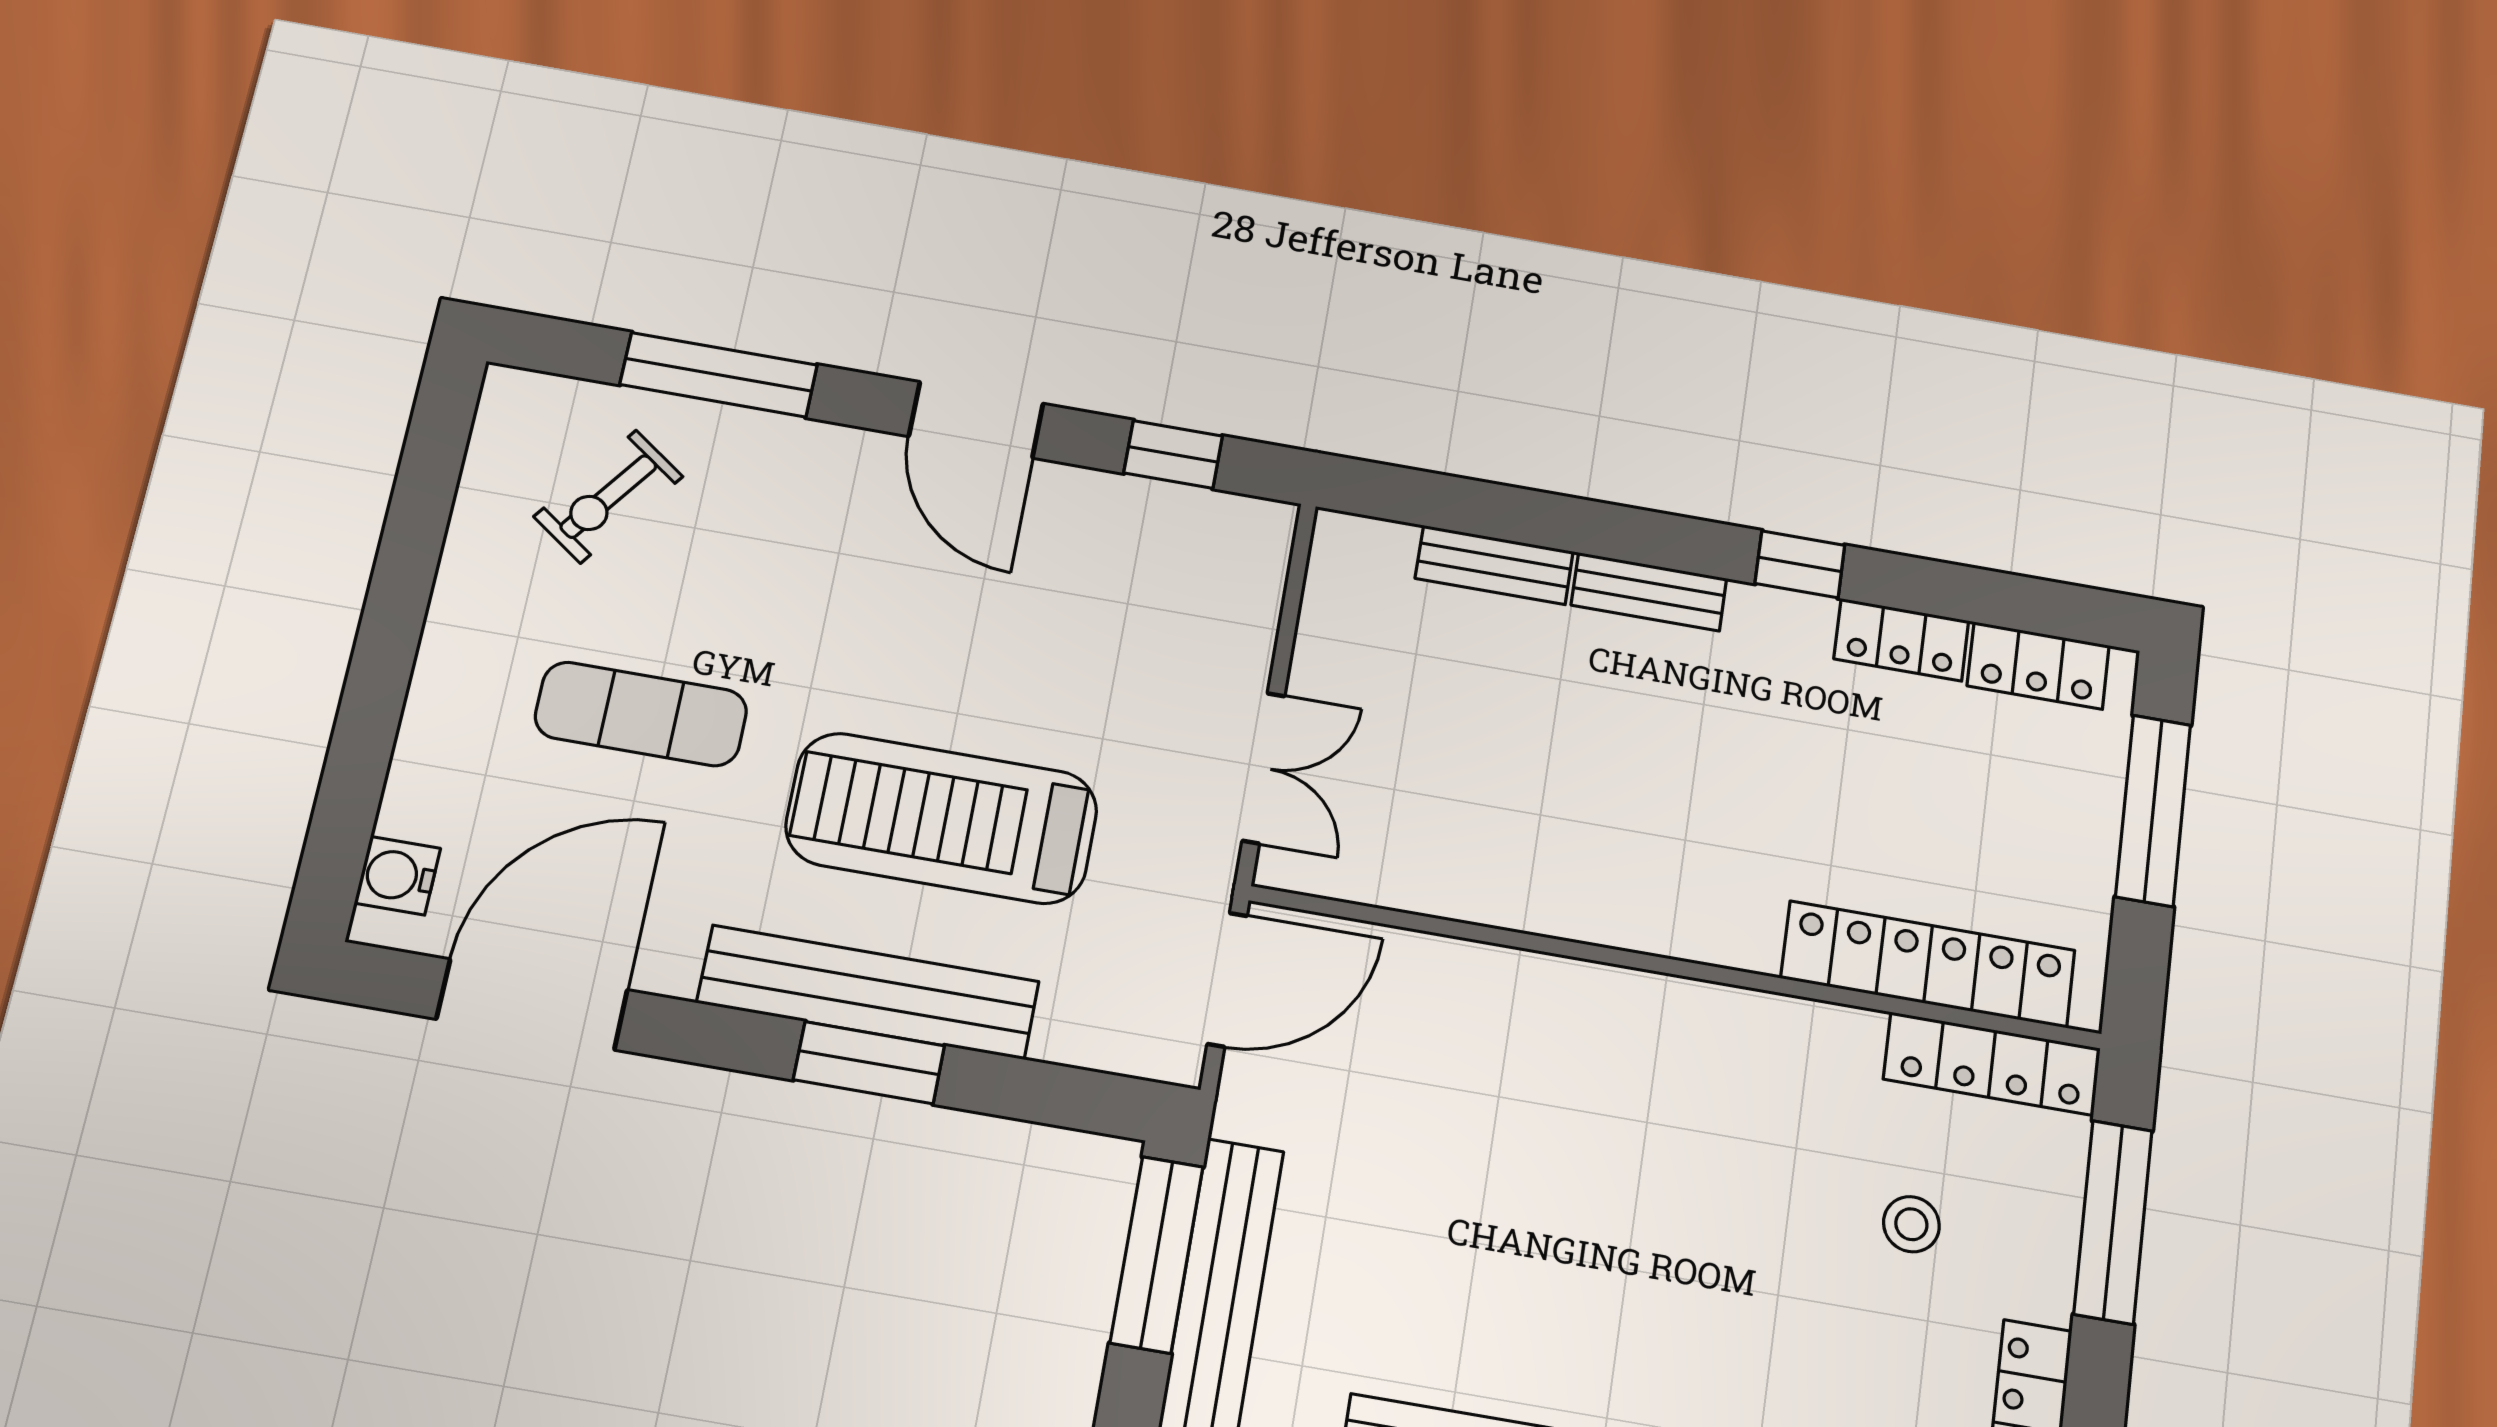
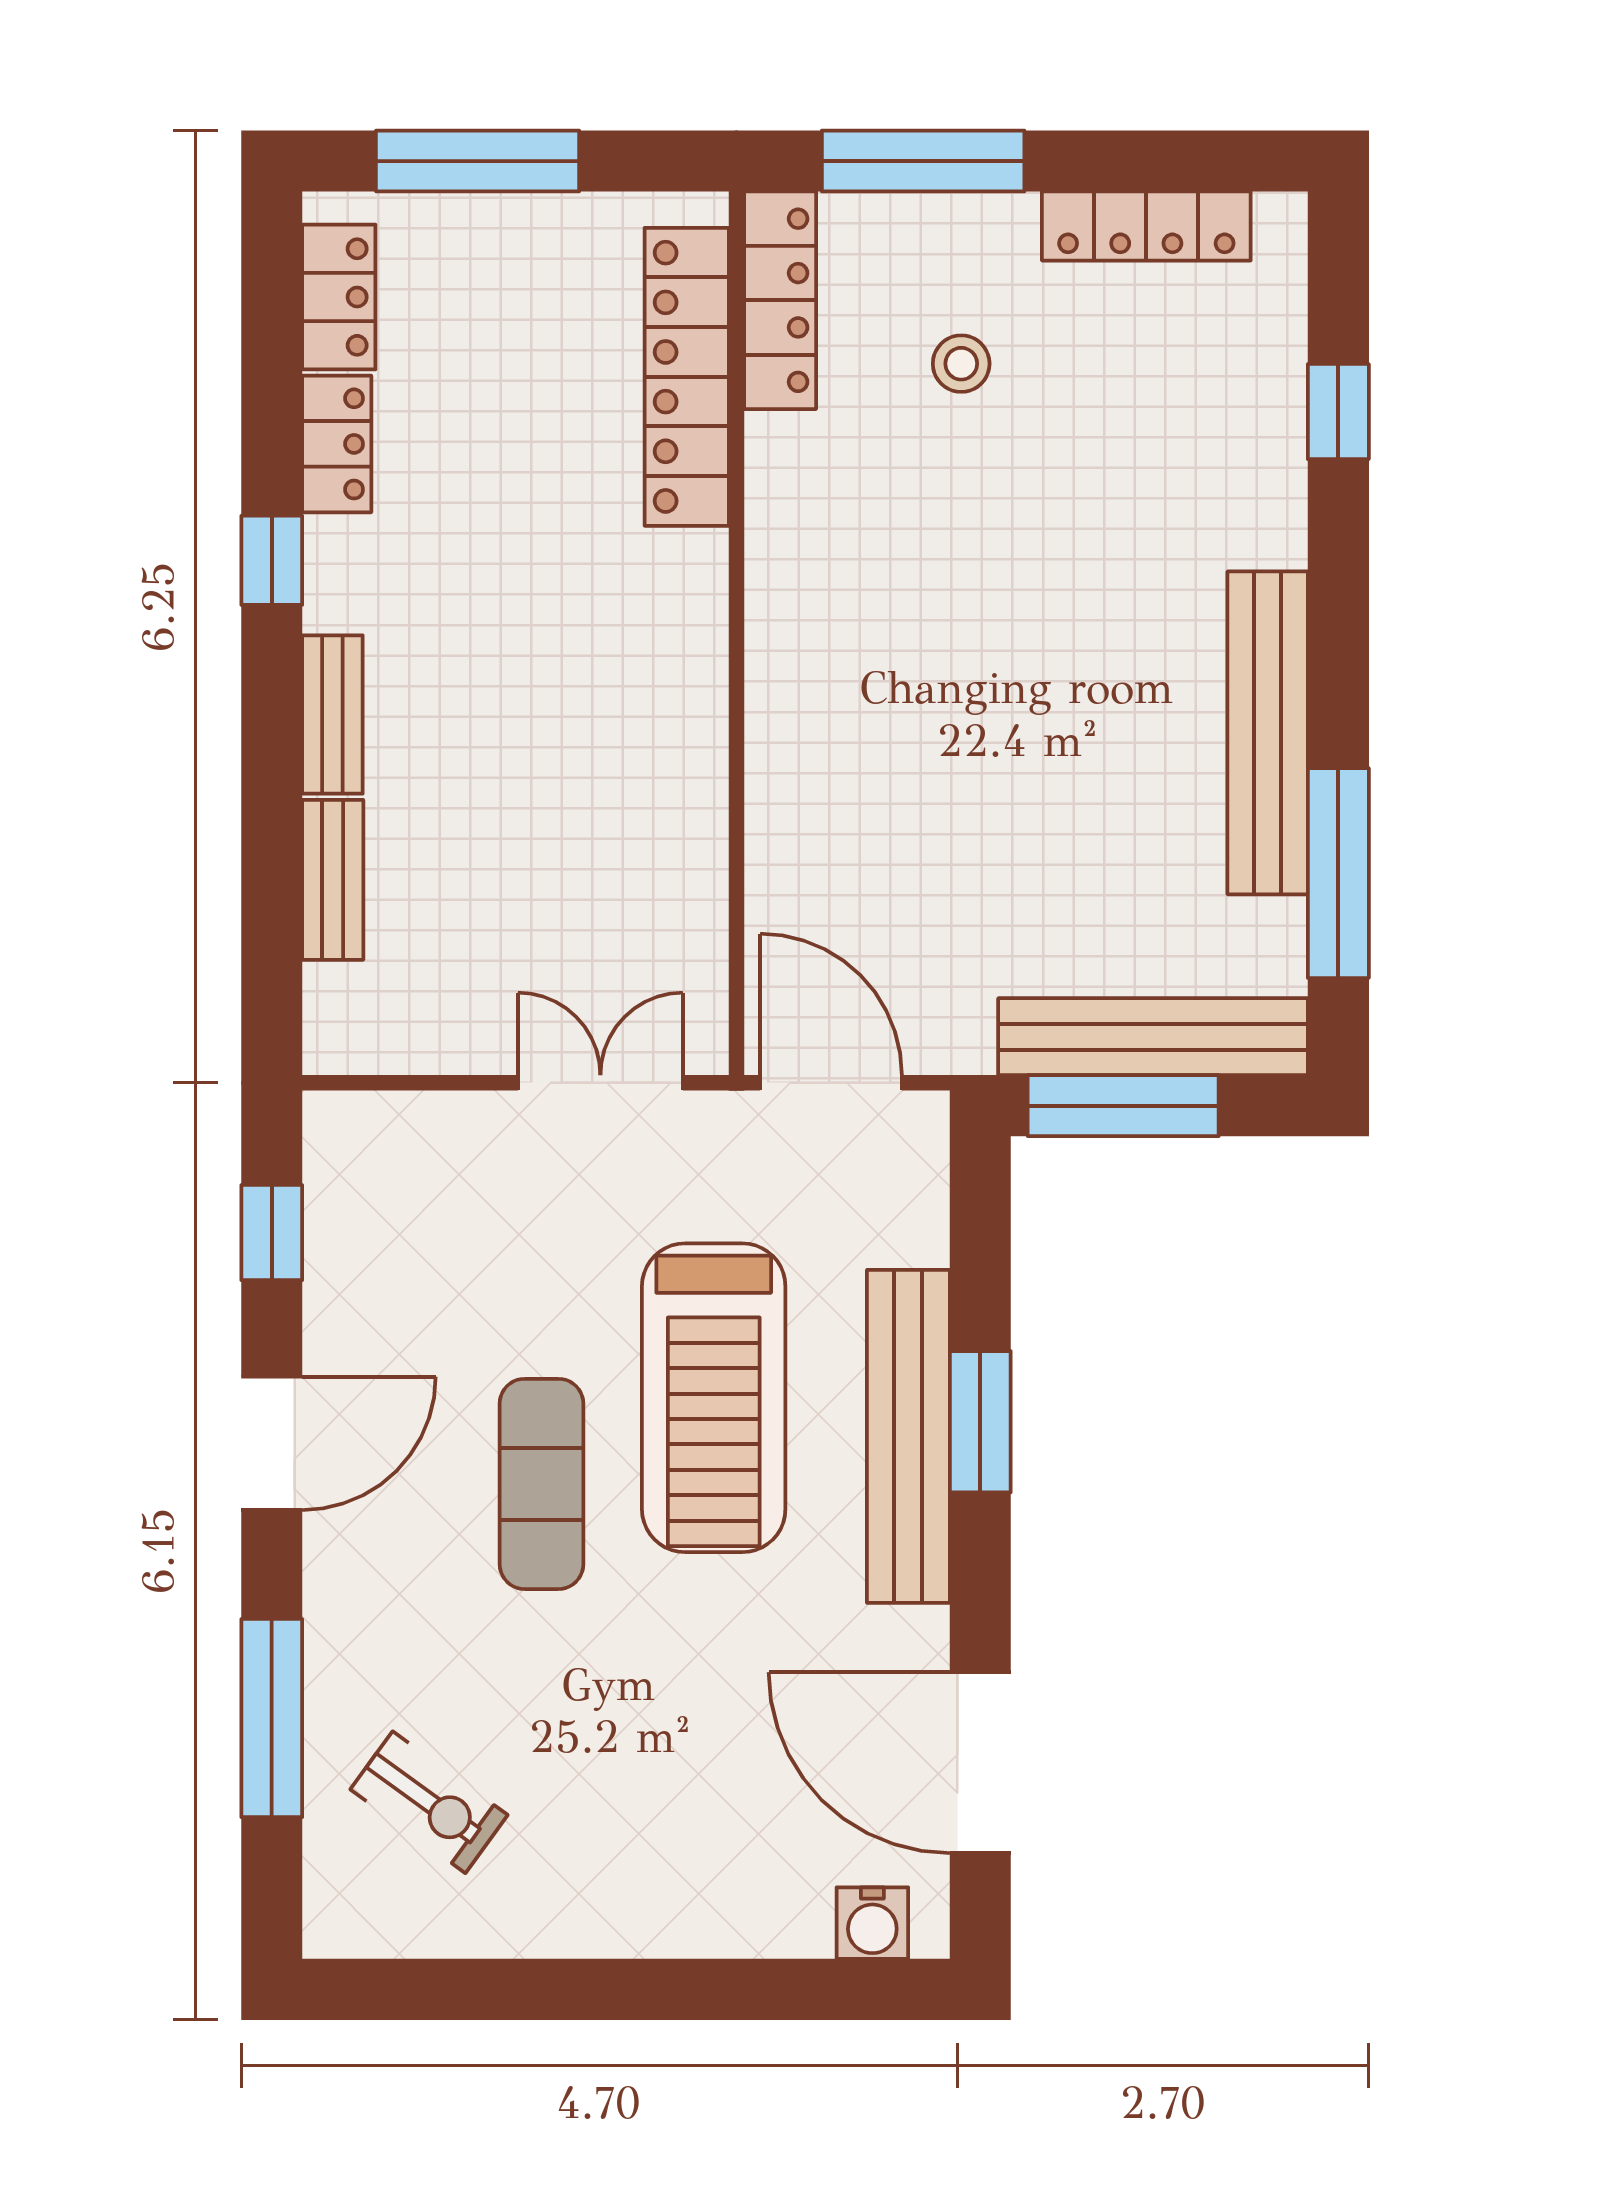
exercise mat: (641, 714) -> (541, 1484), moved

